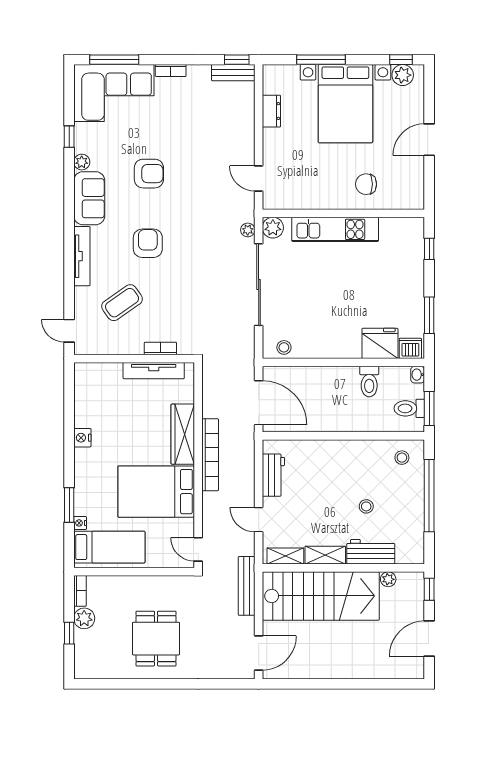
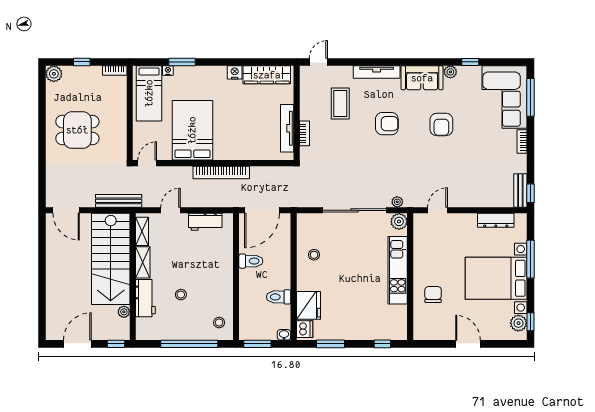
dresser: (271, 111) -> (496, 220), width x1.44
coffee table: (122, 303) -> (340, 103), turned 35
stool: (284, 347) -> (314, 255), moved
toilet: (409, 408) -> (251, 261), moved, turned 90
wardrobe: (183, 434) -> (267, 75), moved, turned 180
plant: (84, 618) -> (54, 74), moved
door: (429, 639) -> (77, 344), hinge flipped

